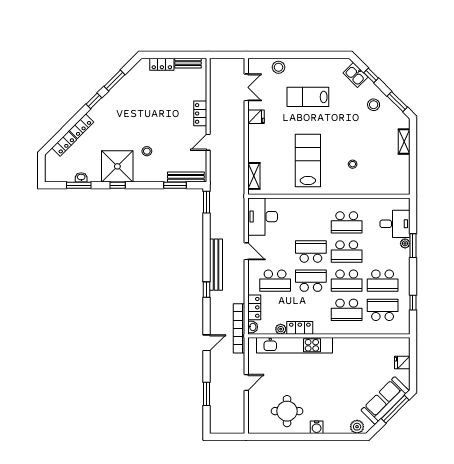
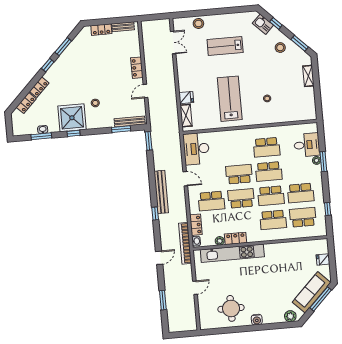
fridge: (256, 117) -> (186, 98), moved

